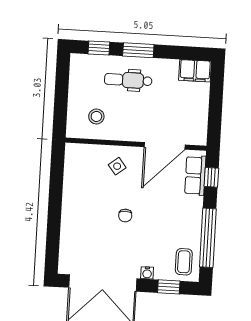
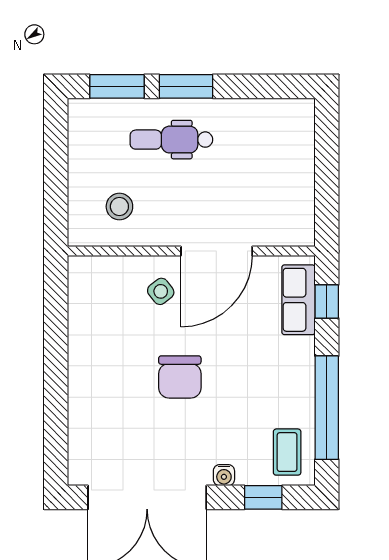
window: (99, 48) -> (117, 86), width x1.50
filing cabinet: (195, 71) -> (288, 116), removed
door: (165, 146) -> (217, 251), moved
chair: (125, 216) -> (180, 377), width x1.87, depth x1.87

